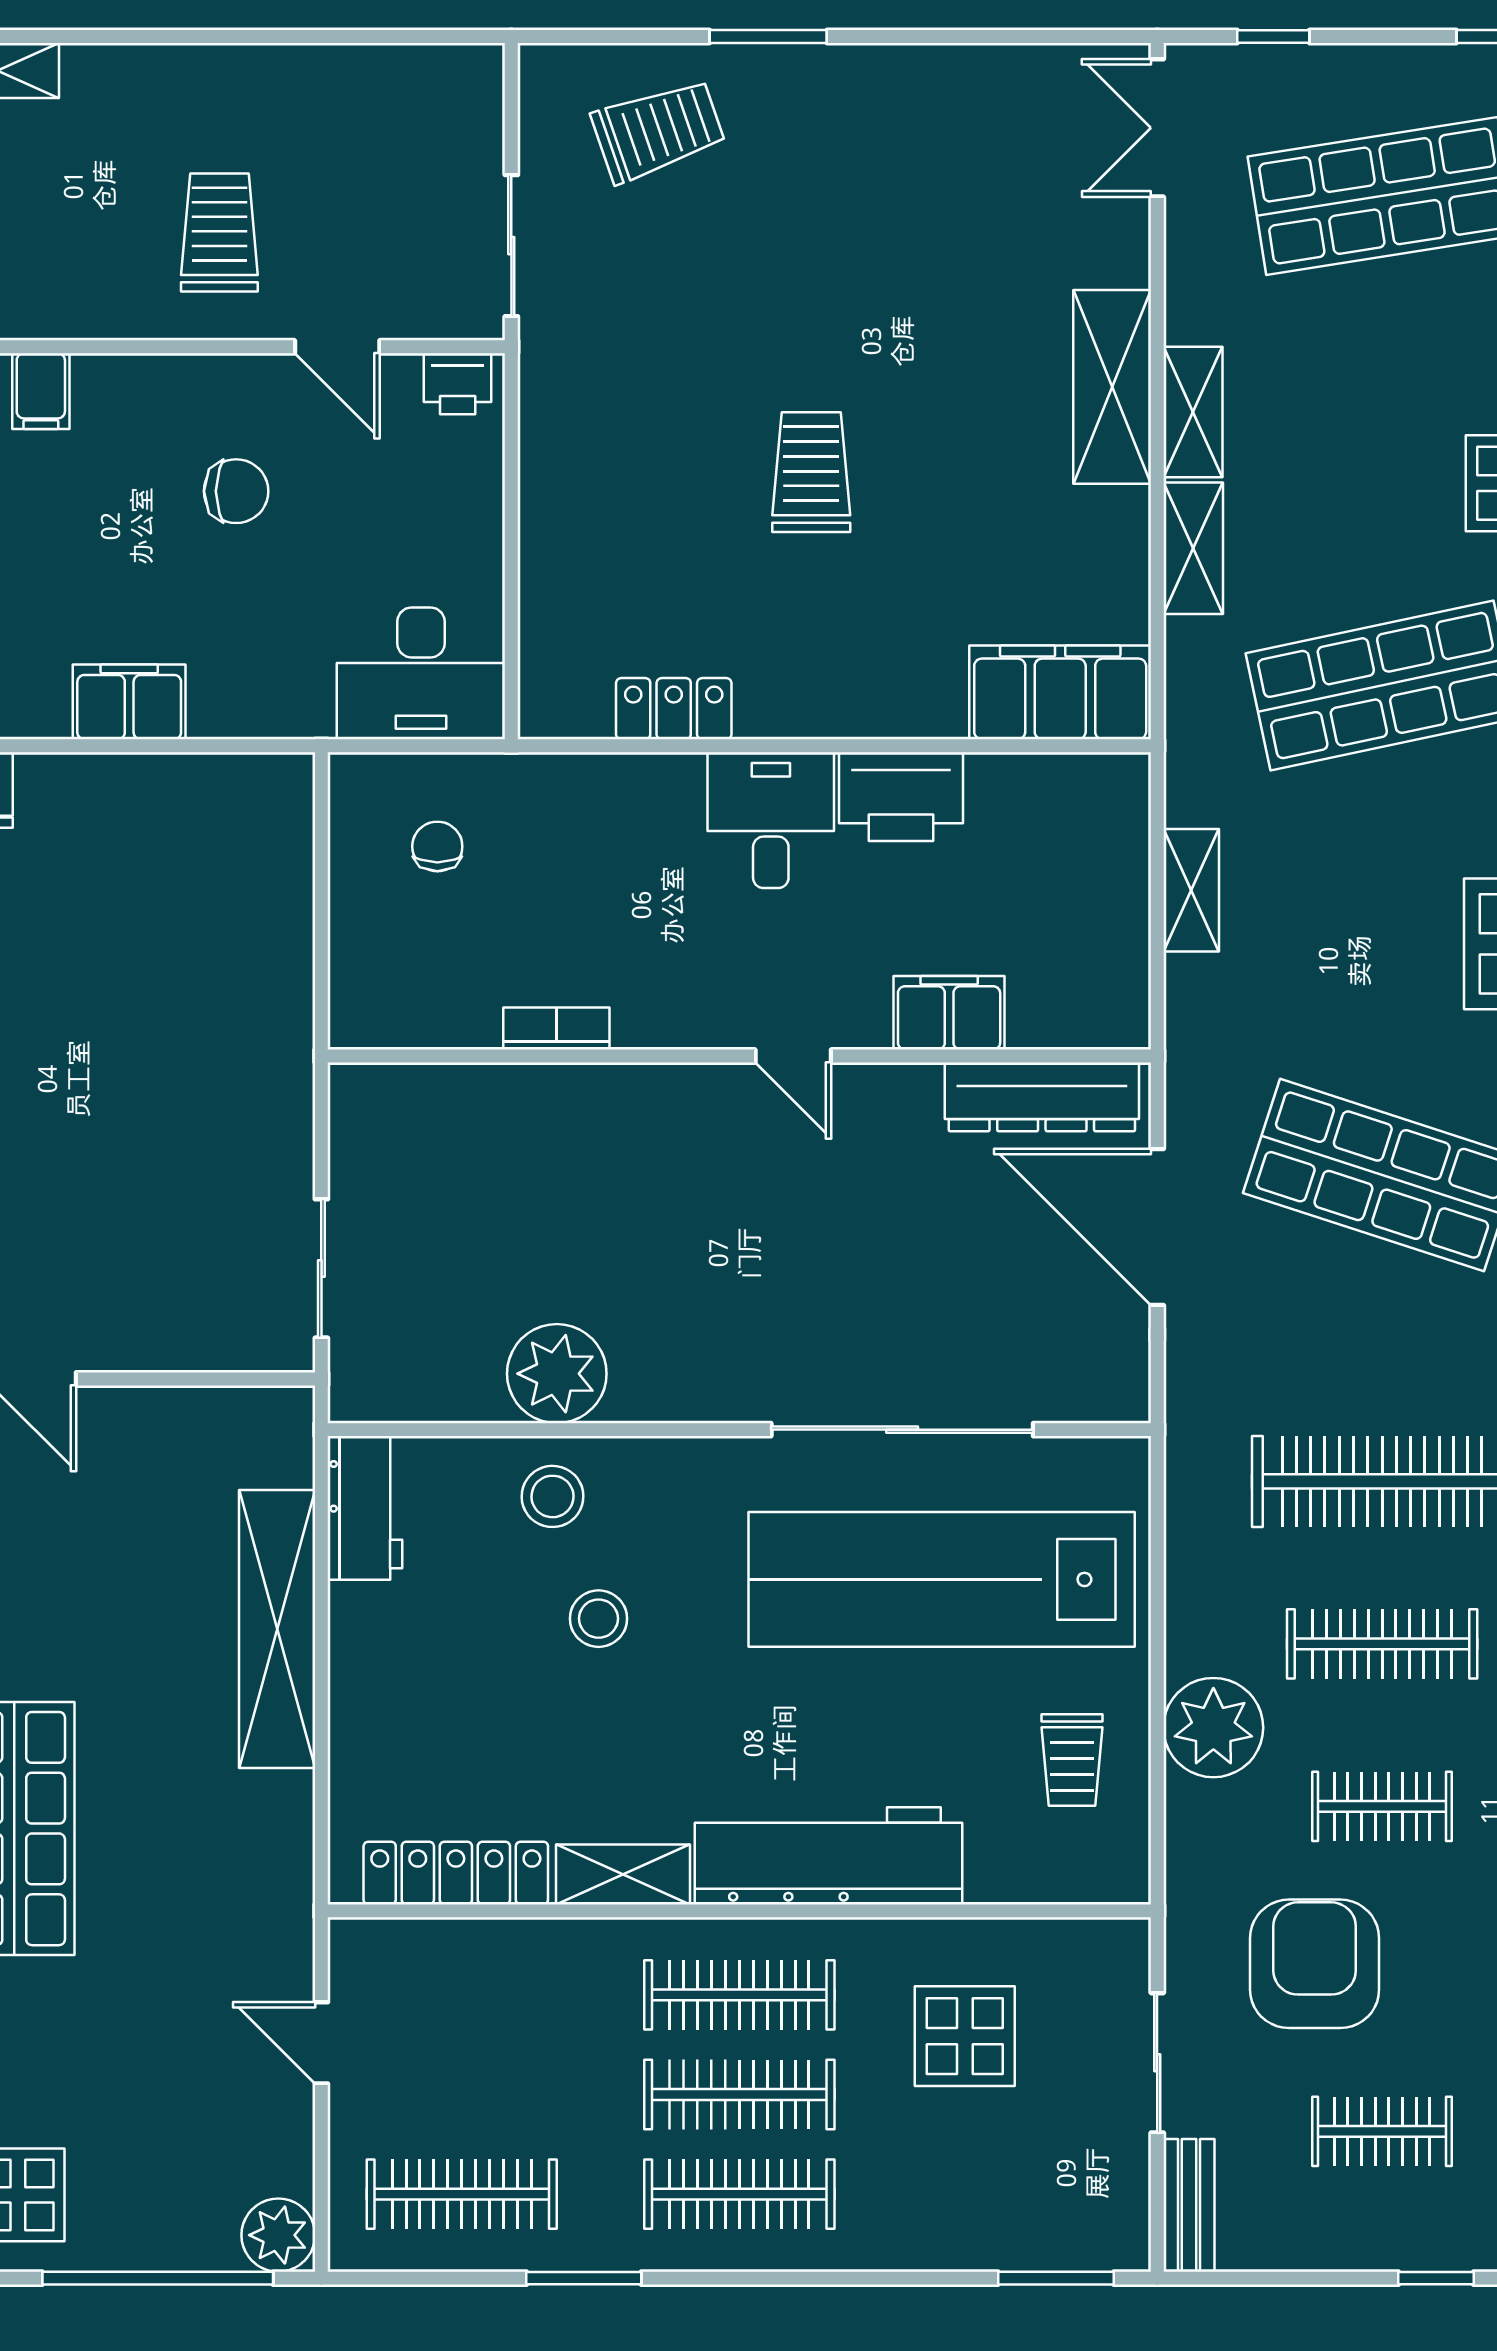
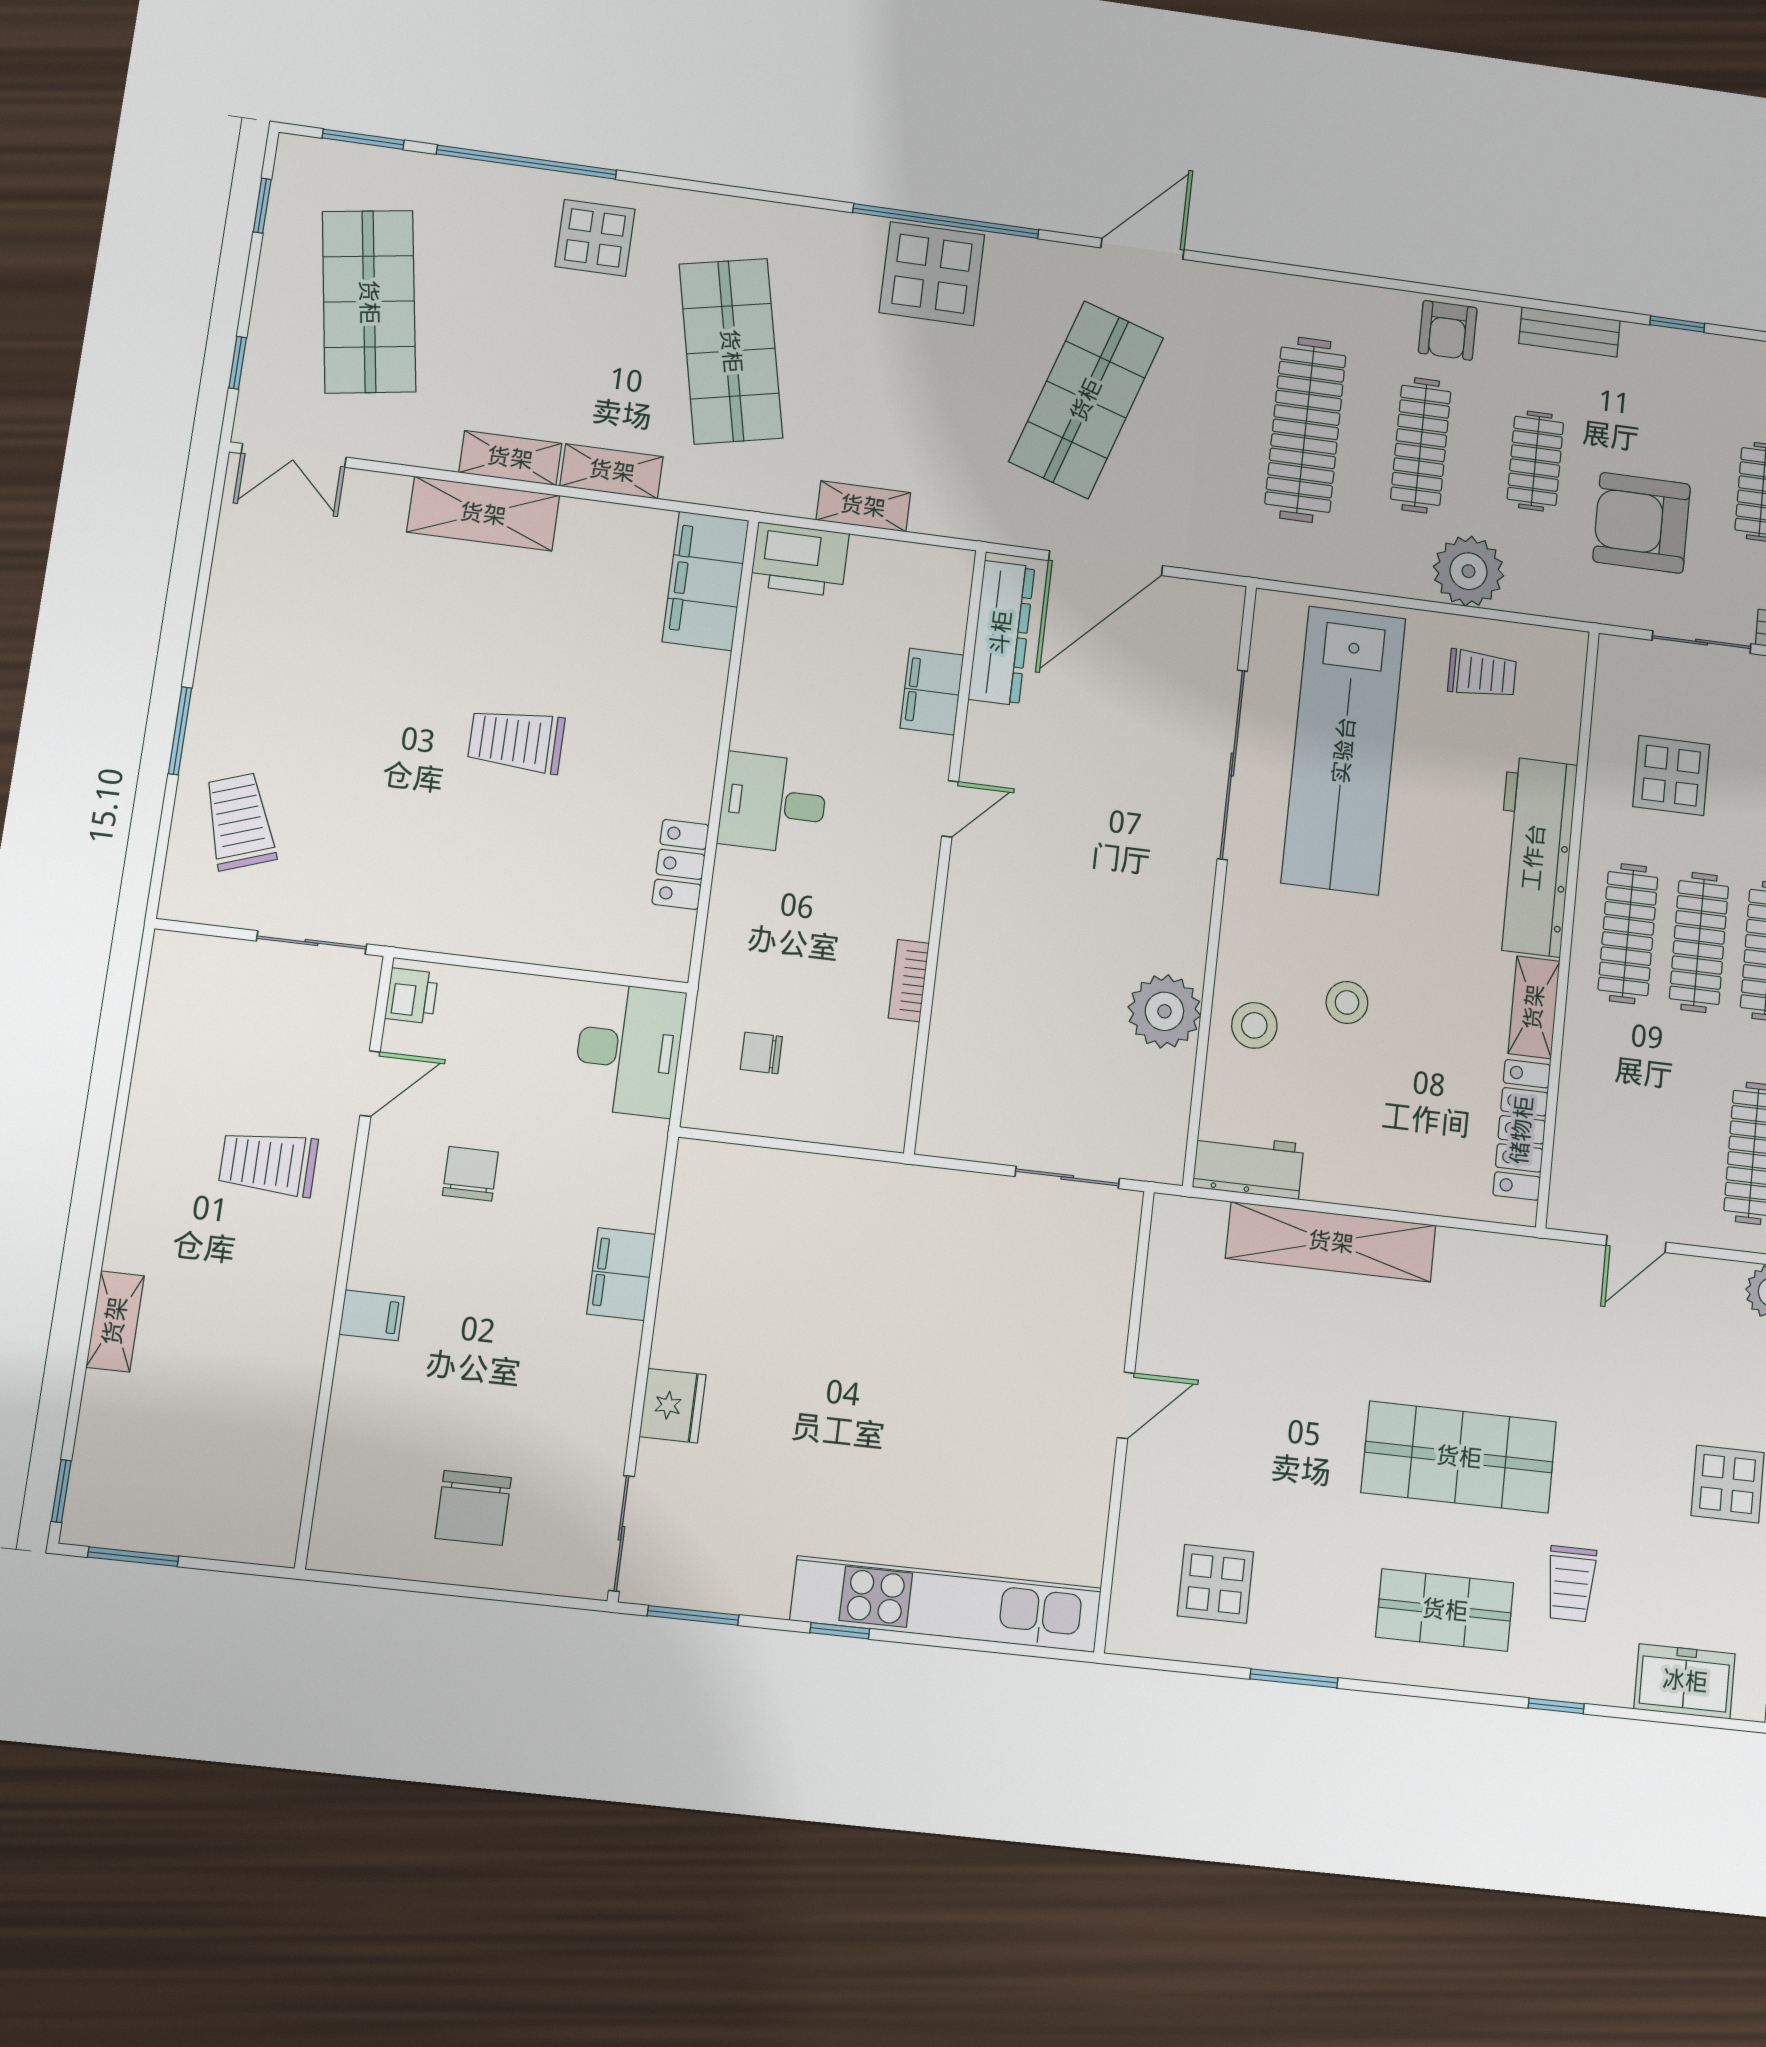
printer: (901, 797) -> (800, 559), moved, turned 90

